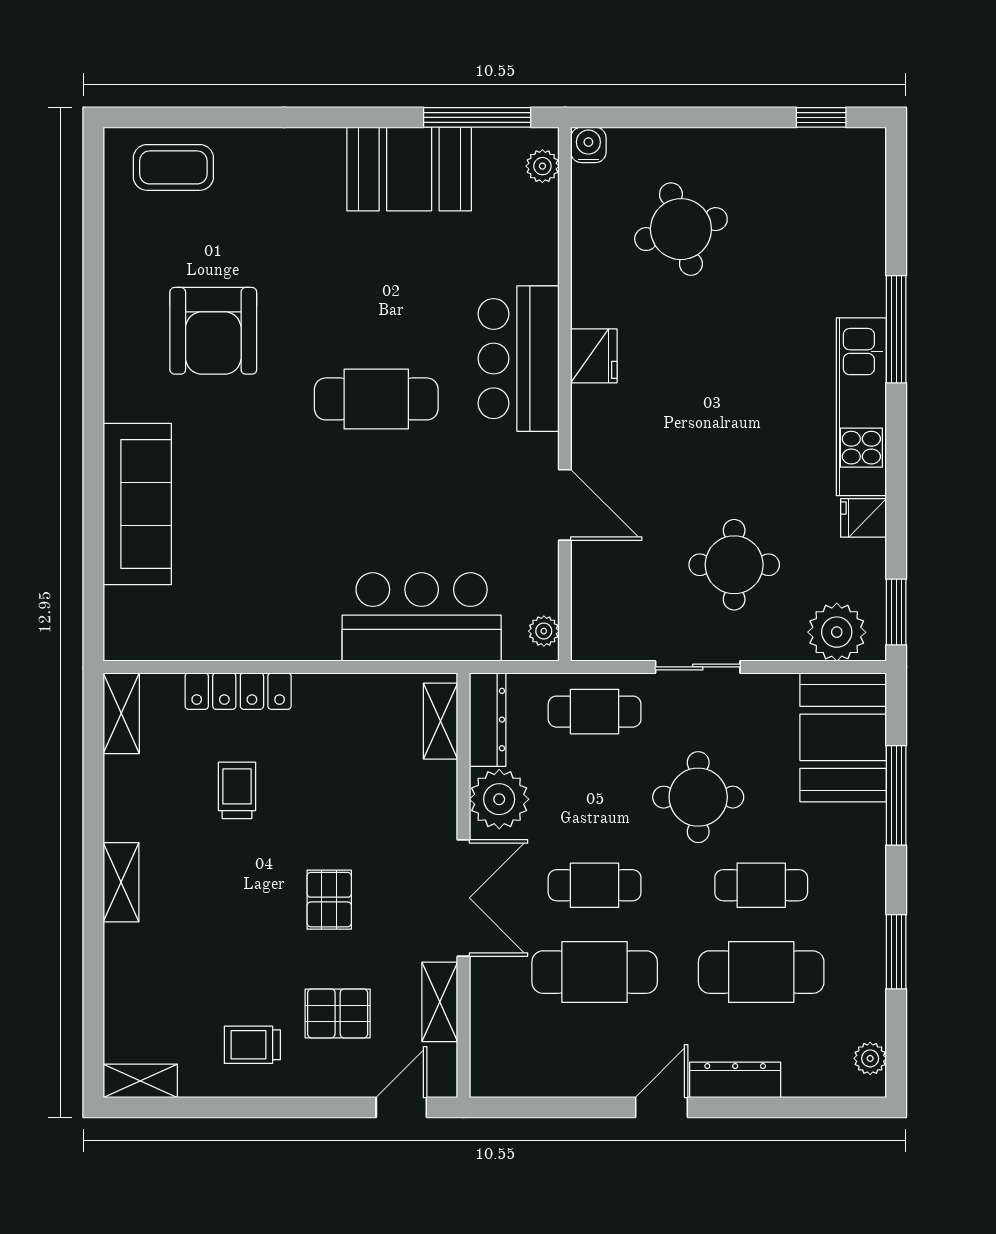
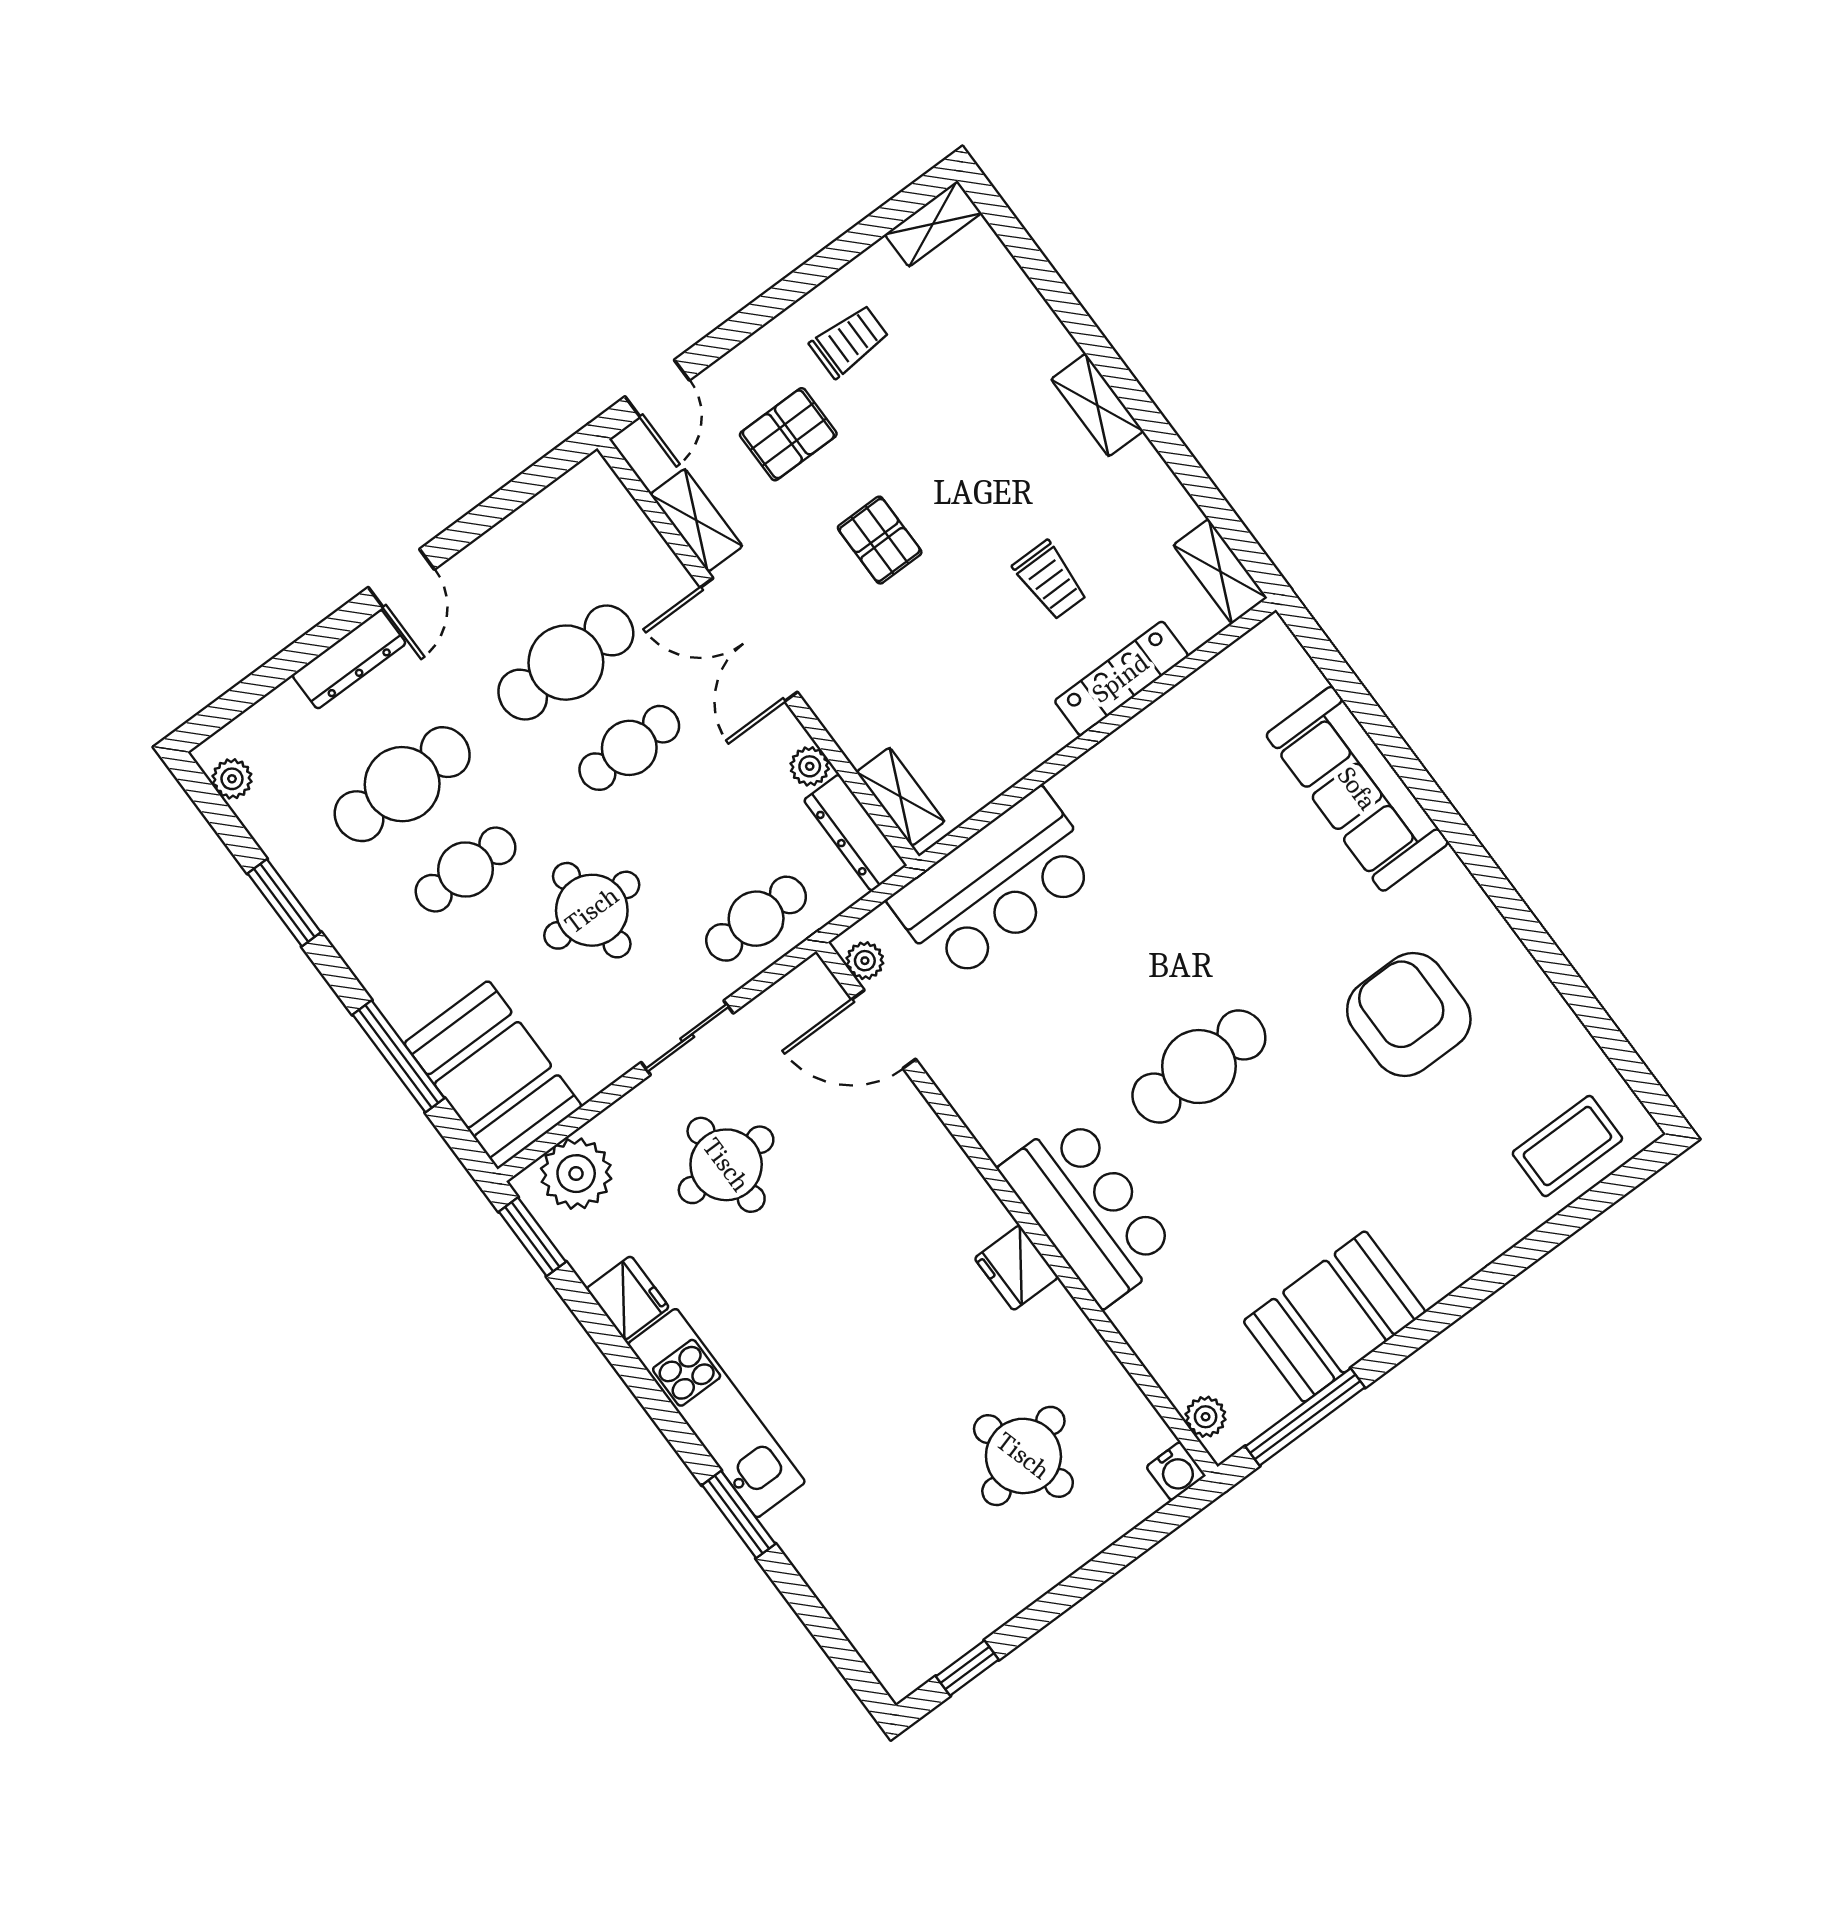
window: (896, 329) -> (739, 1515), width x0.69
door: (565, 505) -> (884, 1029), moved
fridge: (863, 518) -> (628, 1298), width x1.38
plant: (499, 799) -> (810, 766), width x0.53, depth x0.53

